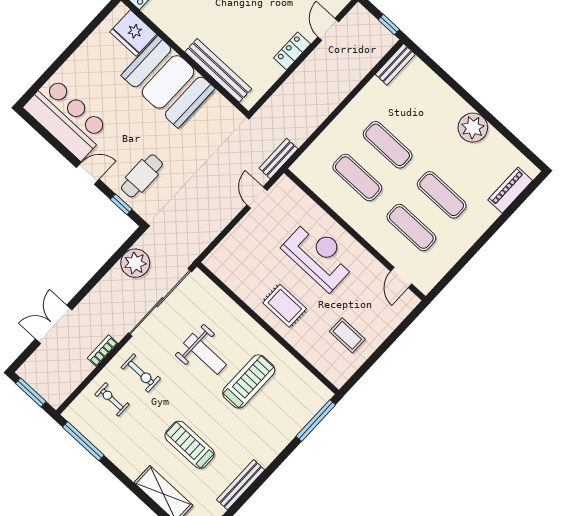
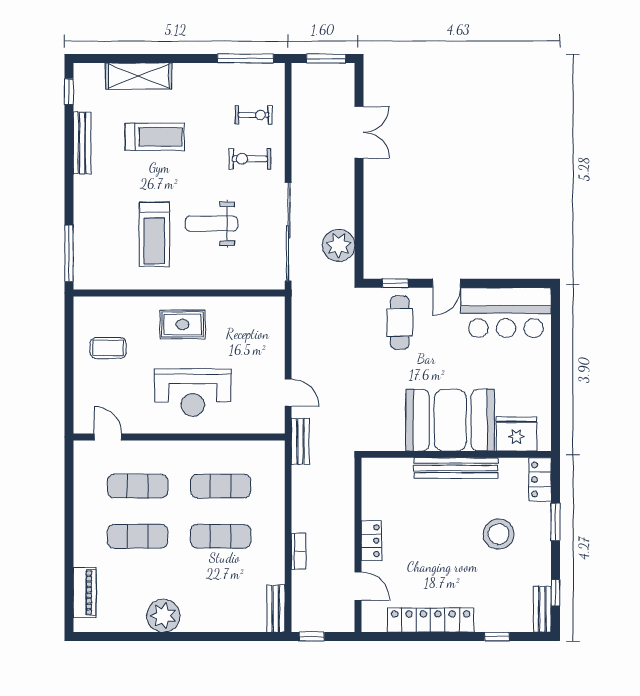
bench: (218, 70) -> (456, 468), moved
bookcase: (103, 351) -> (299, 551), moved

